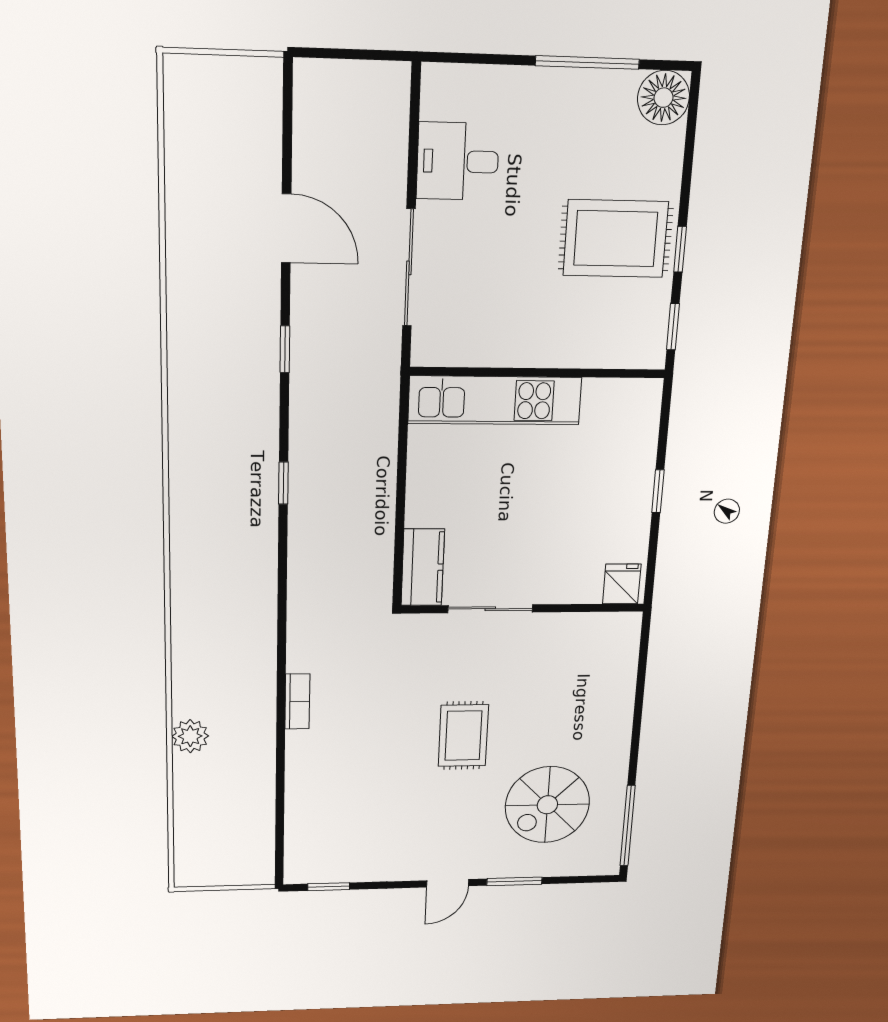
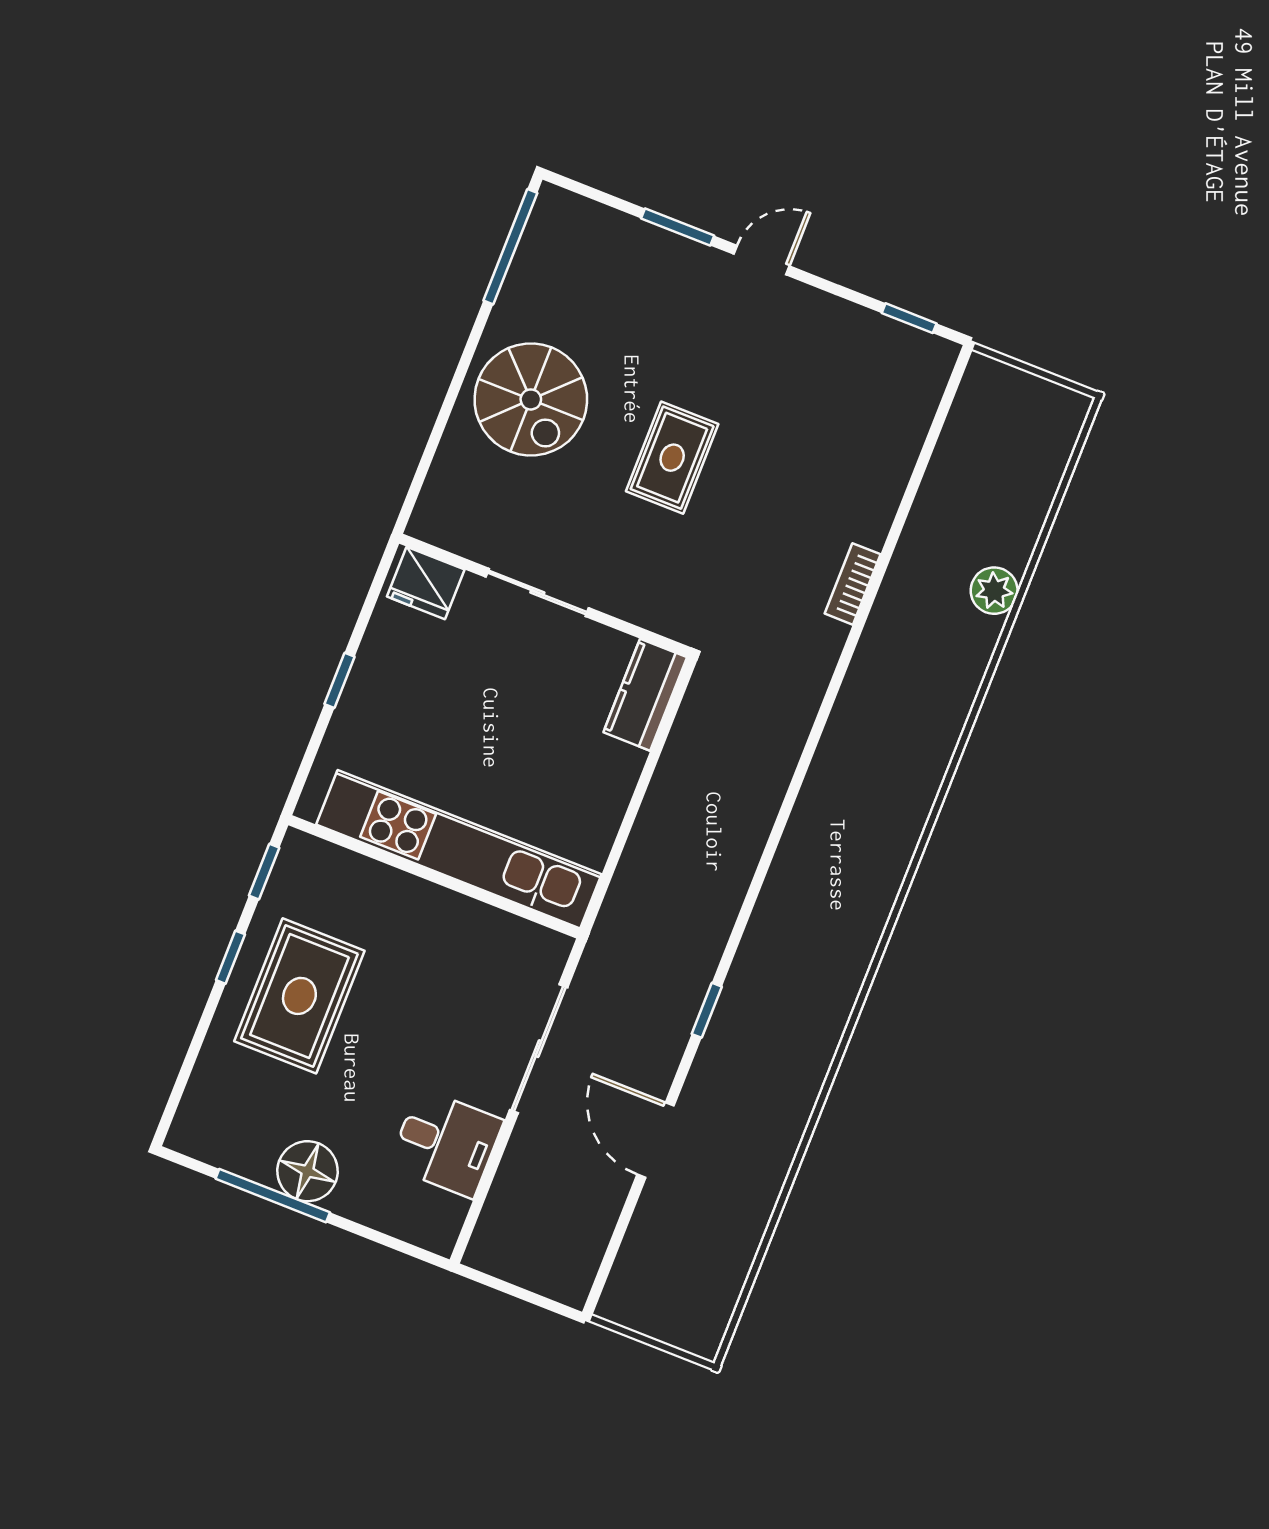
floor lamp: (664, 98) -> (307, 1171), moved
rug: (616, 239) -> (299, 996), turned 90
kitchen unit: (495, 400) -> (459, 849), width x1.36
window: (283, 483) -> (766, 859), removed
fridge: (622, 584) -> (426, 583), width x1.38
sliding door: (490, 609) -> (537, 592), moved
spiral stairs: (547, 805) -> (531, 399), moved, turned 90

